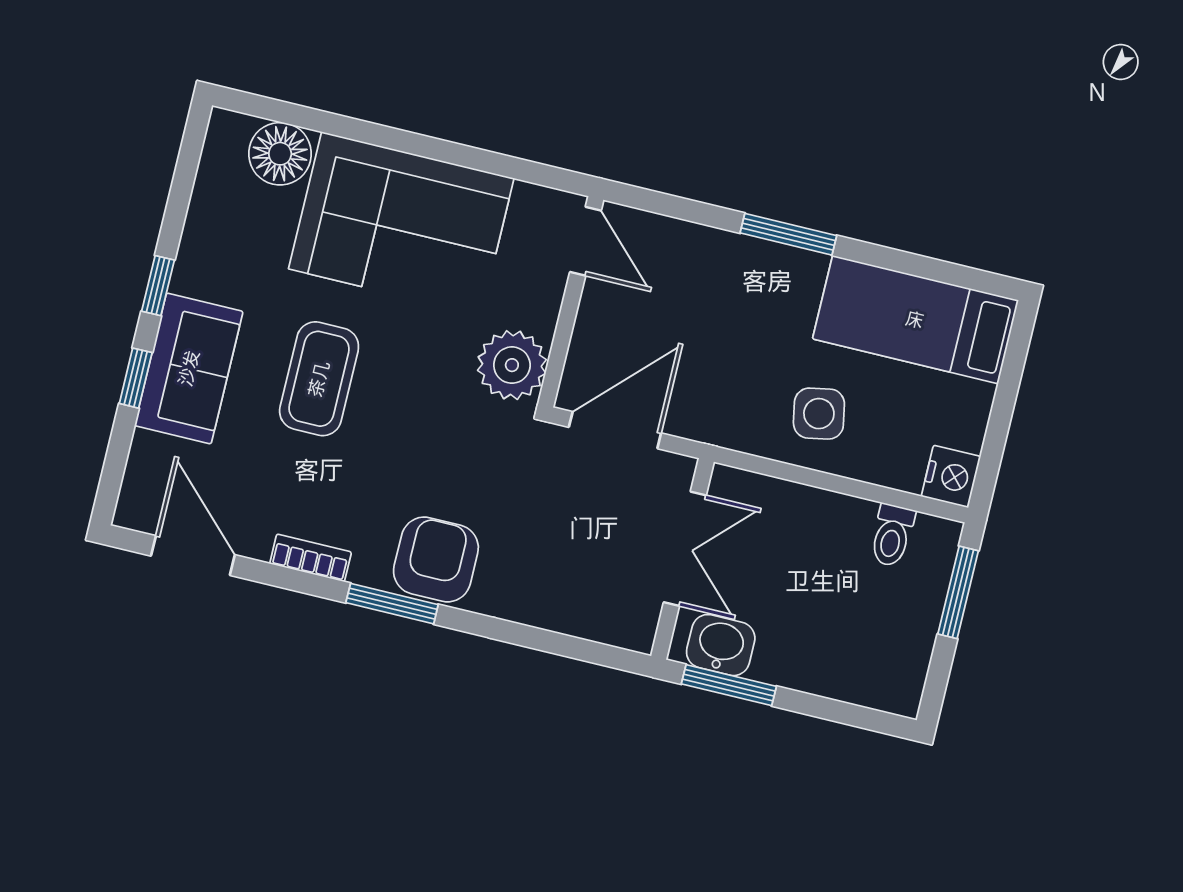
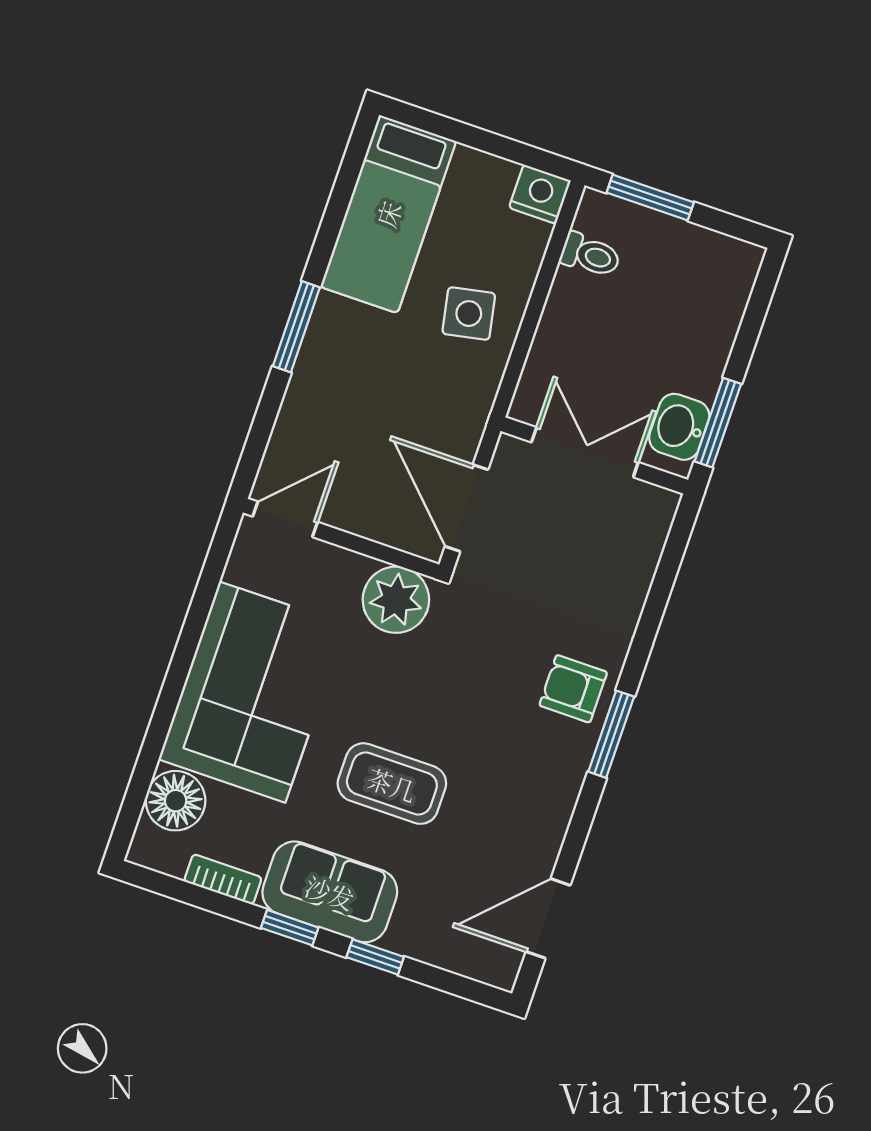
sofa: (189, 368) -> (330, 892), moved
bookcase: (311, 558) -> (223, 879), moved, turned 90
armchair: (436, 559) -> (573, 689), width x0.72, depth x0.72

